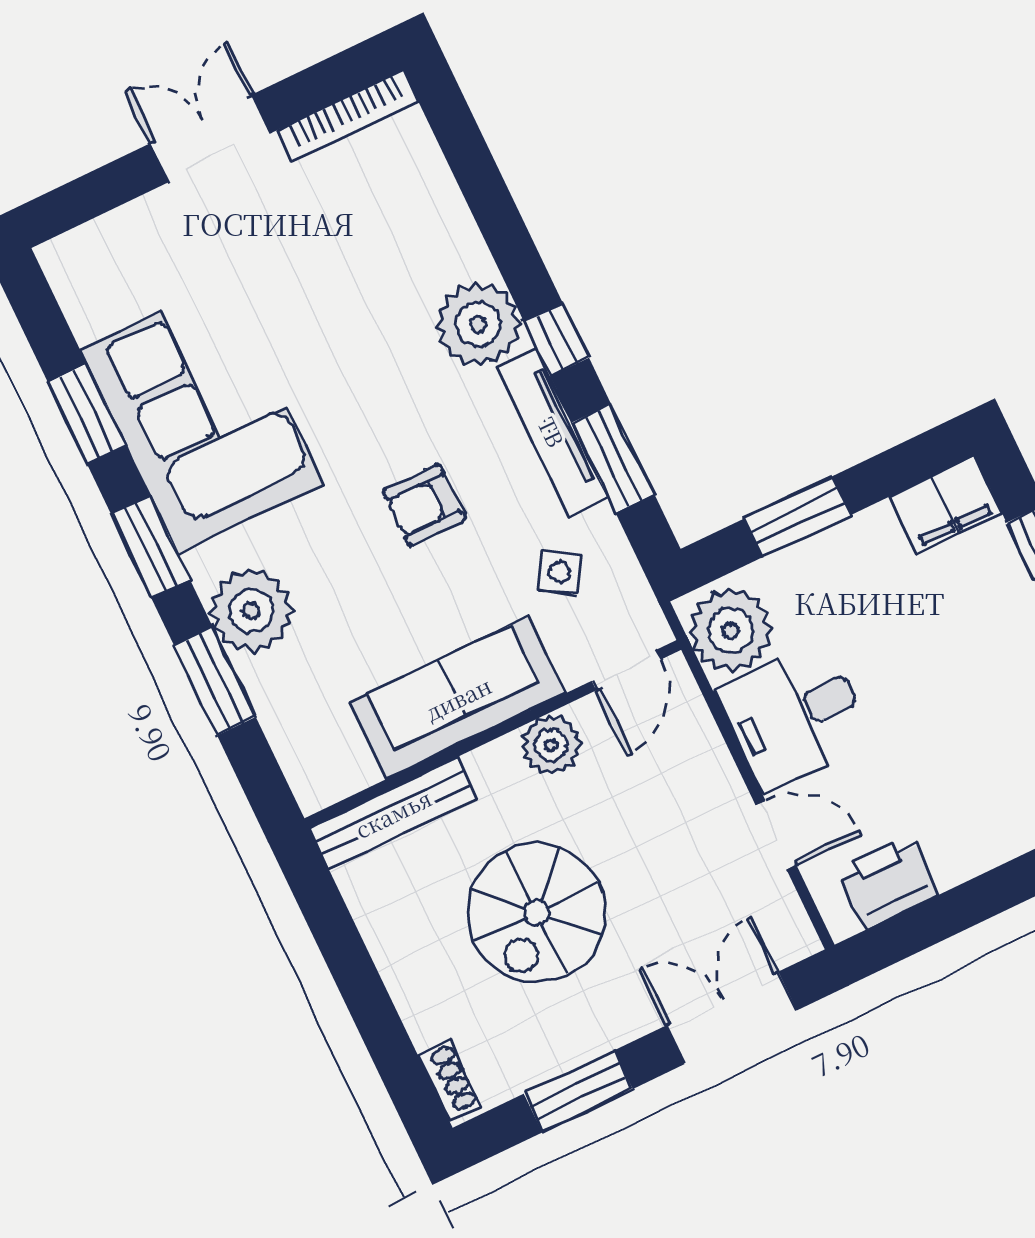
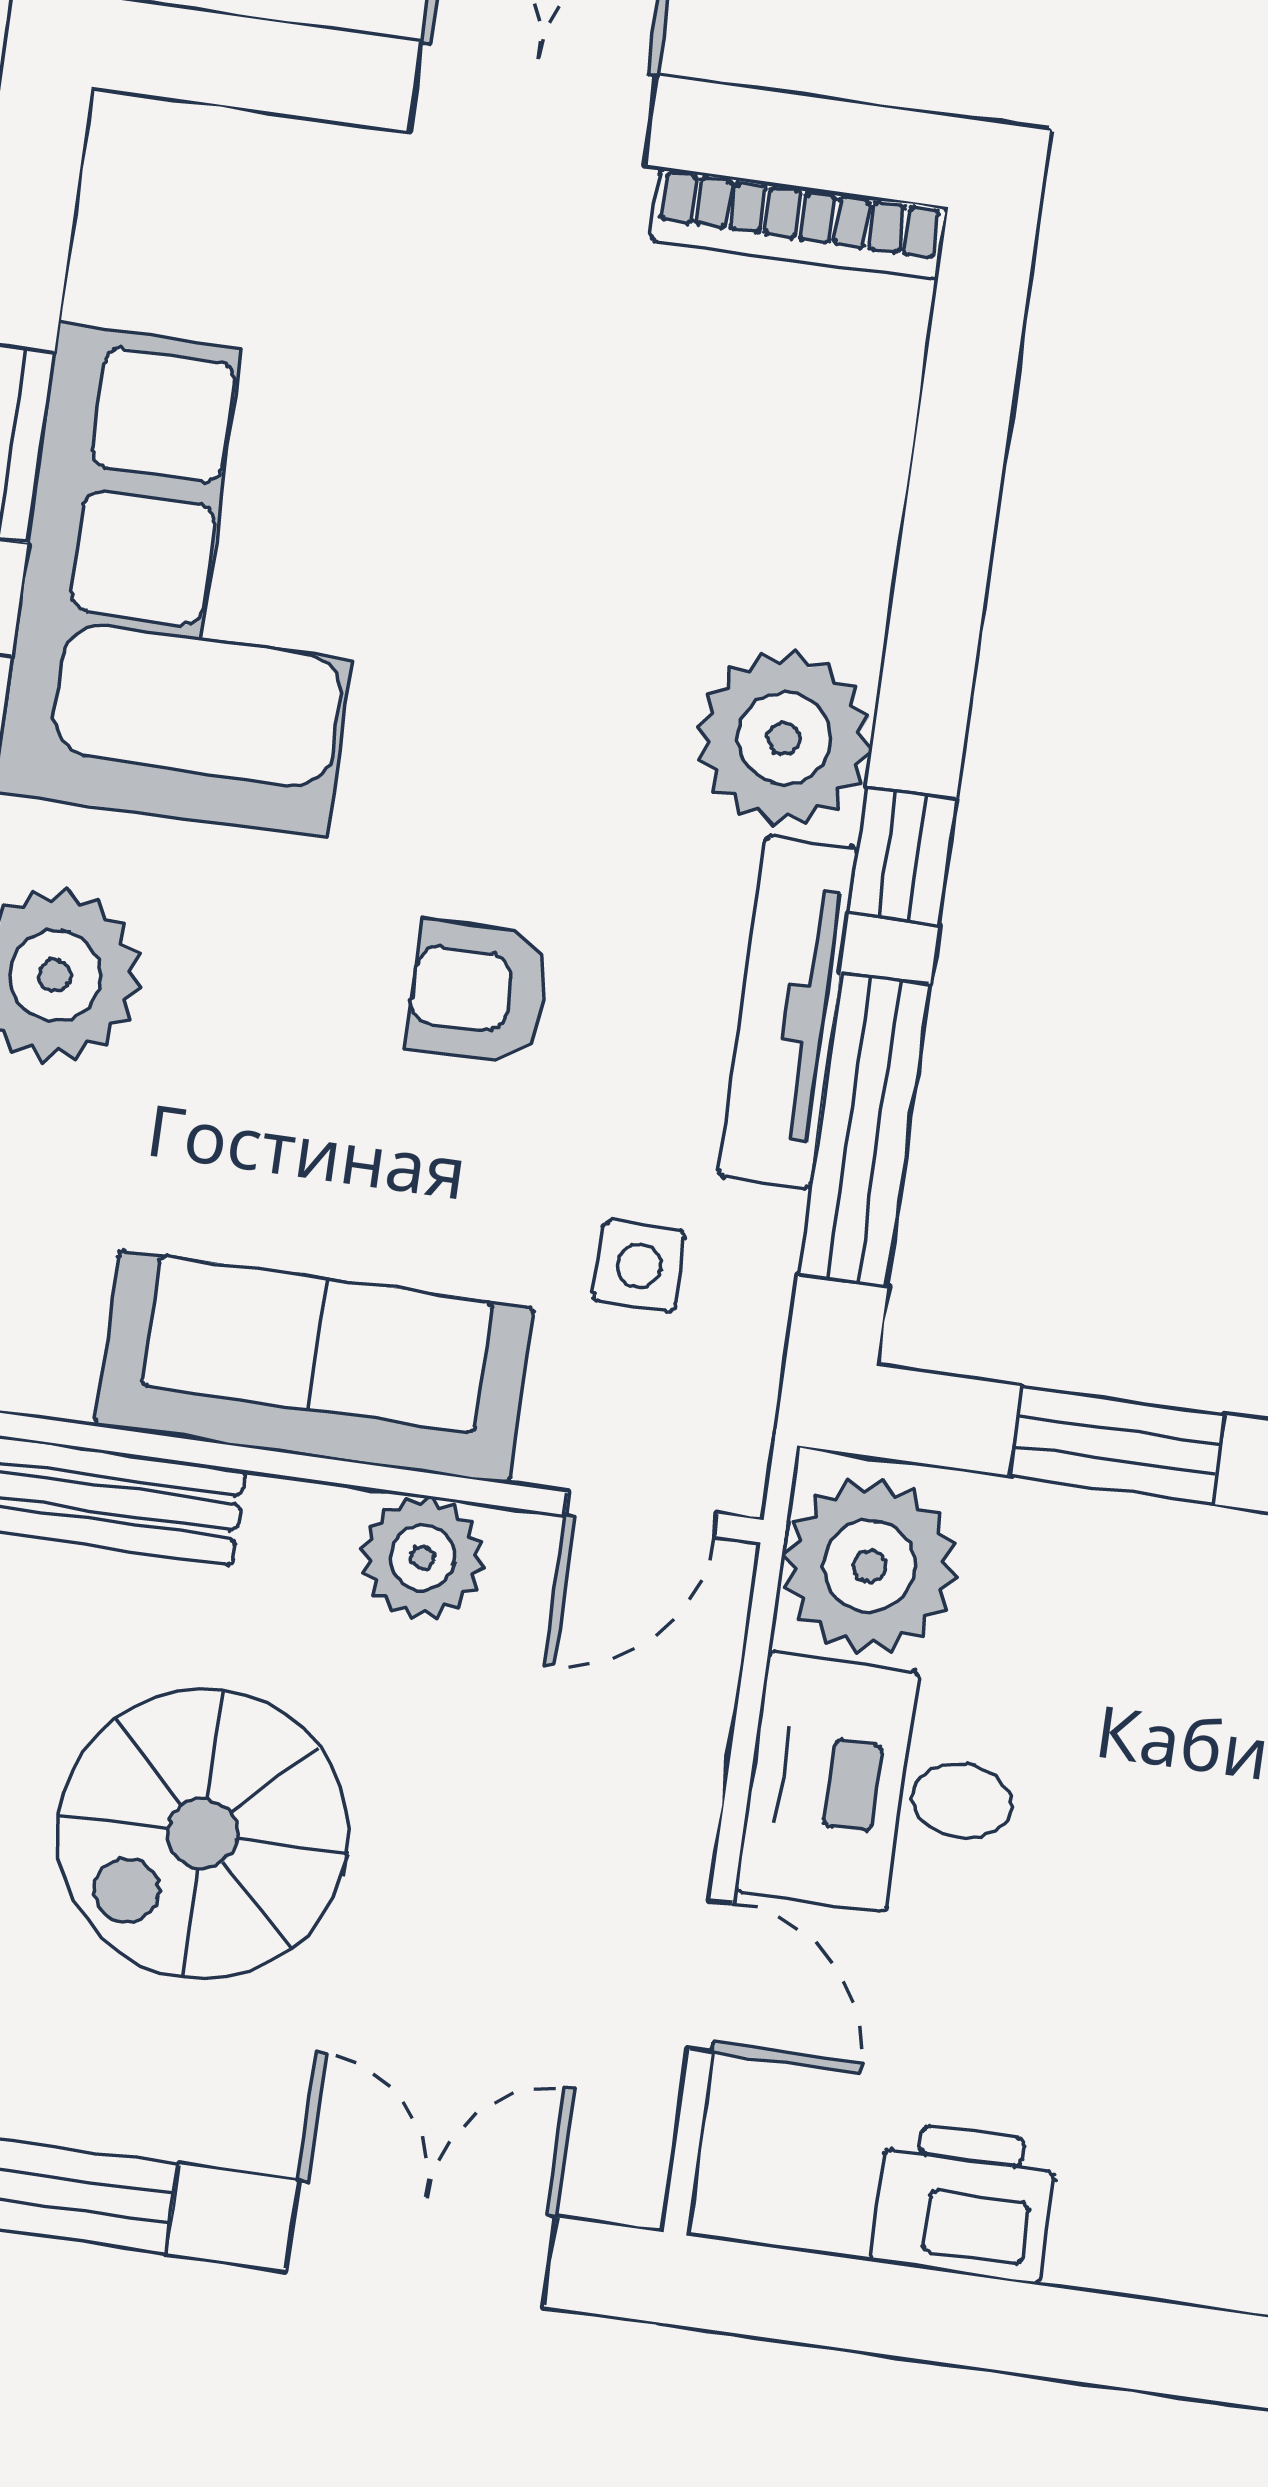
window: (613, 458) -> (864, 1130), width x1.44
side table: (560, 572) -> (639, 1266), turned -32
printer: (888, 882) -> (964, 2203), moved

